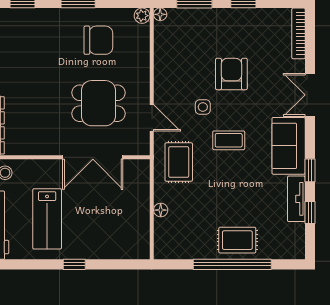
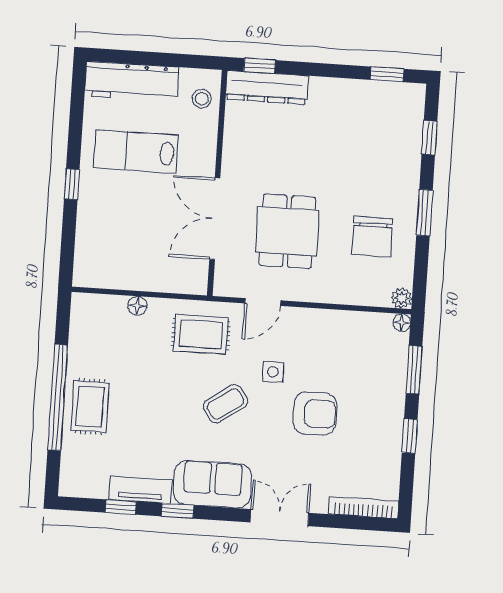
coffee table: (229, 140) -> (226, 404), turned 55

